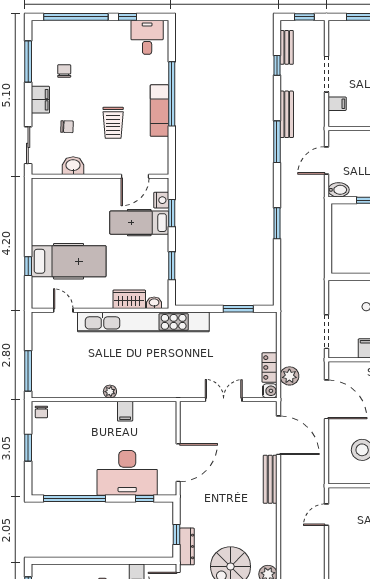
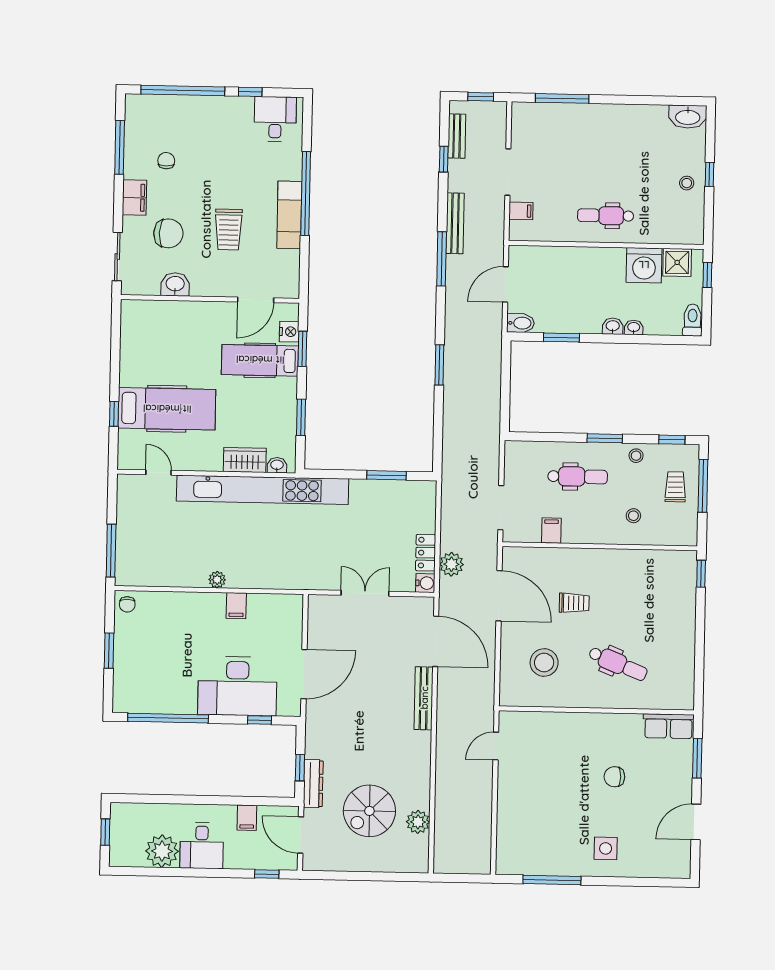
chair: (67, 127) -> (168, 233), width x1.87, depth x1.87

